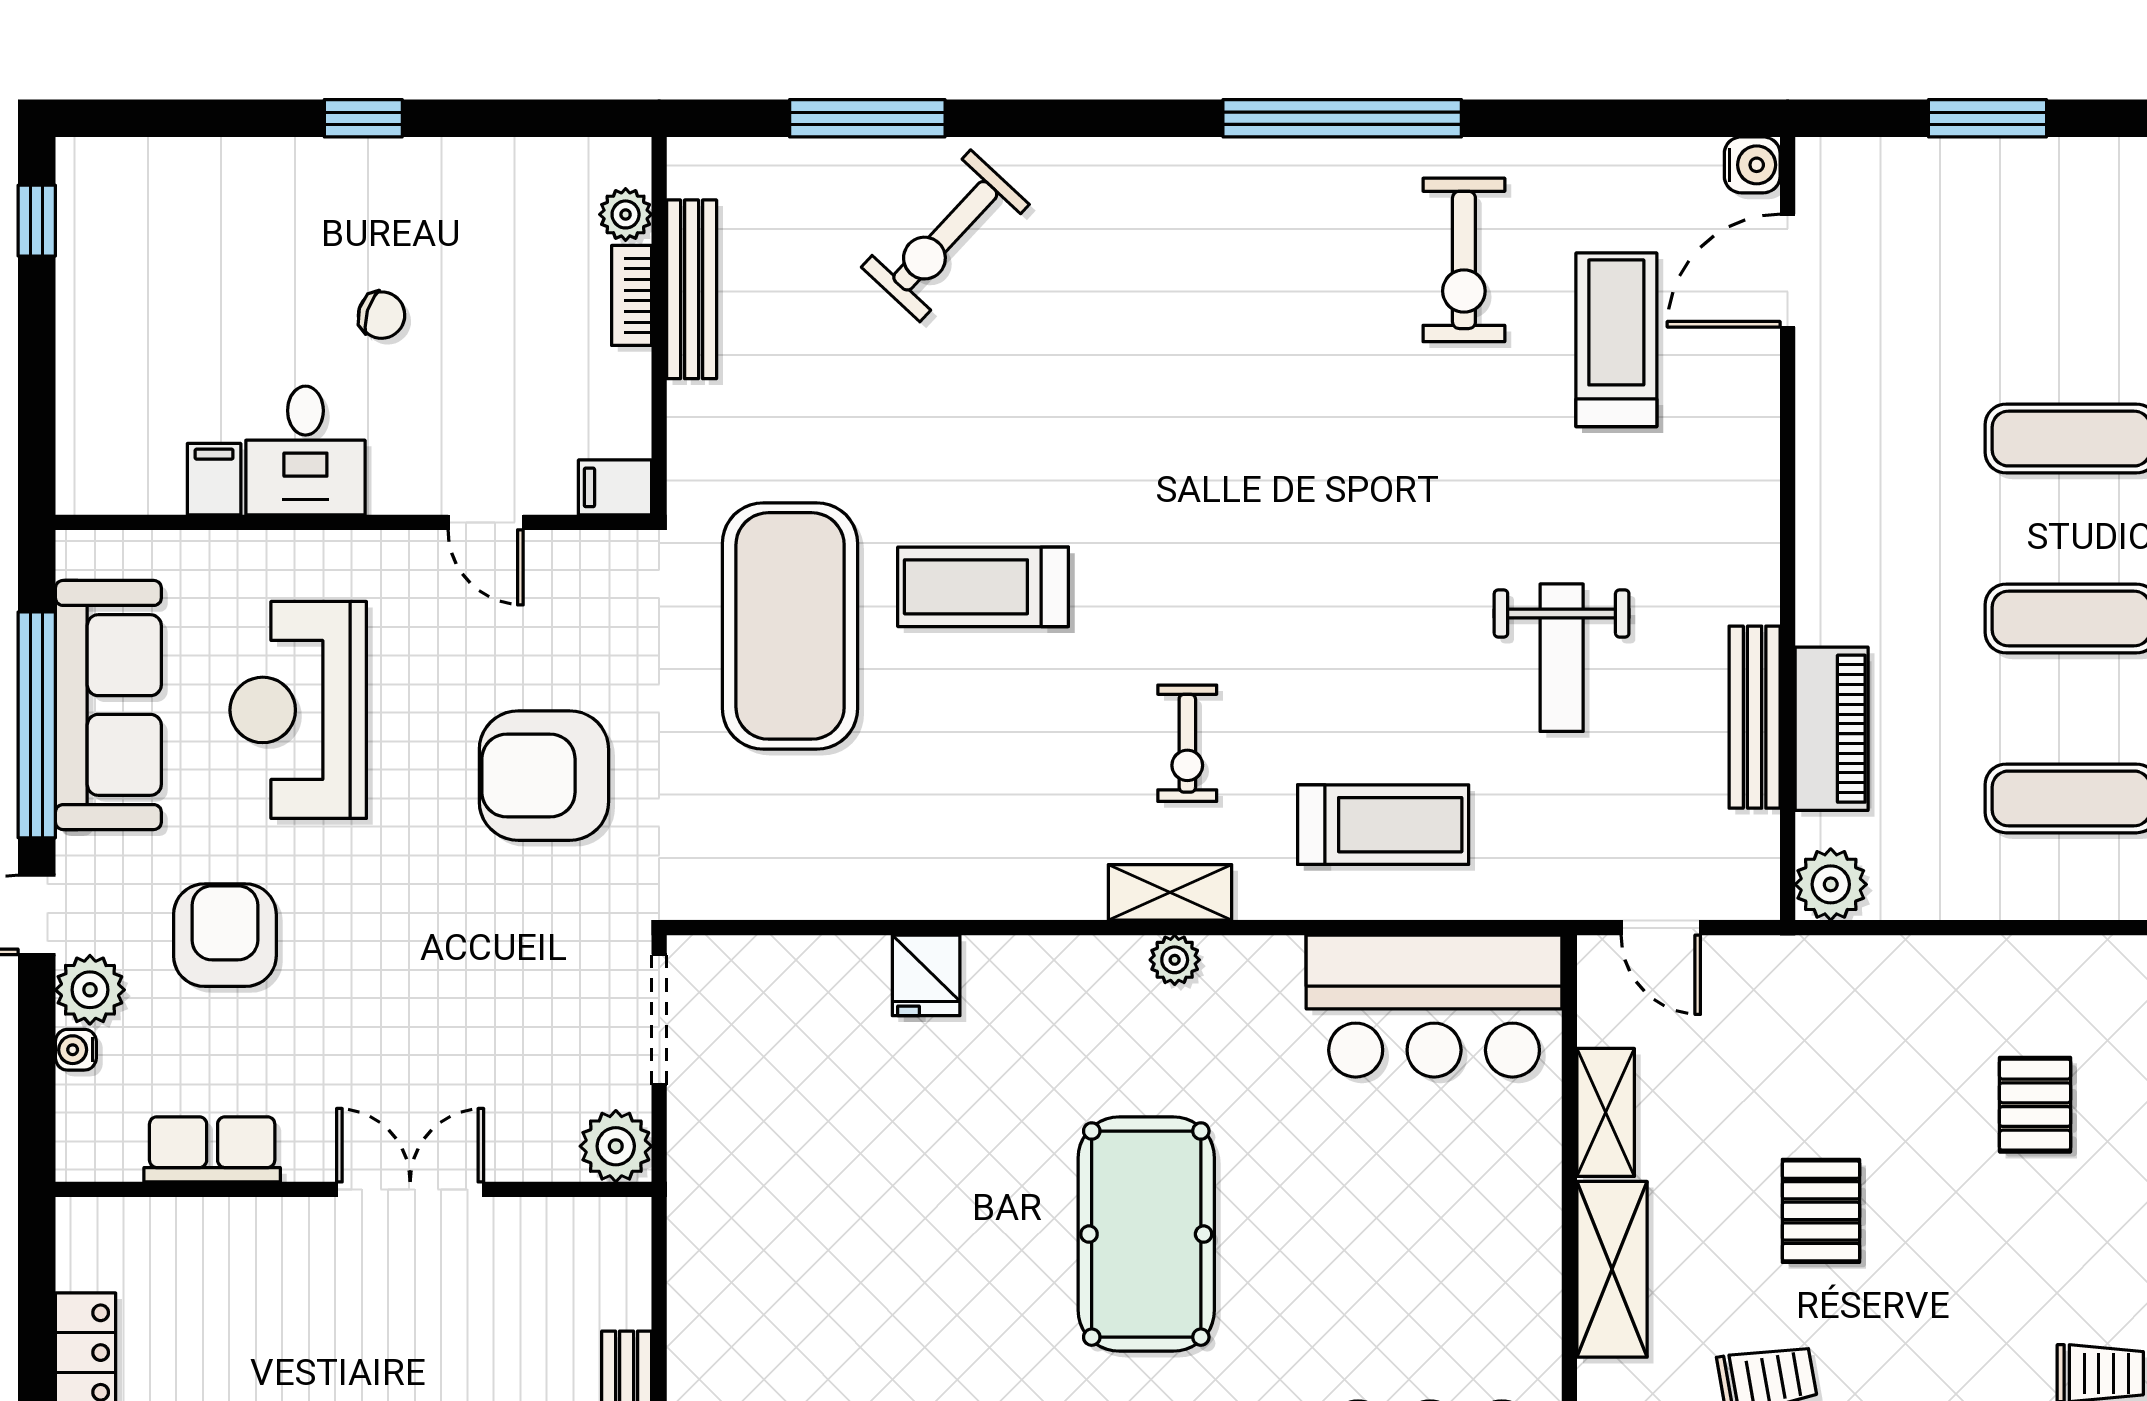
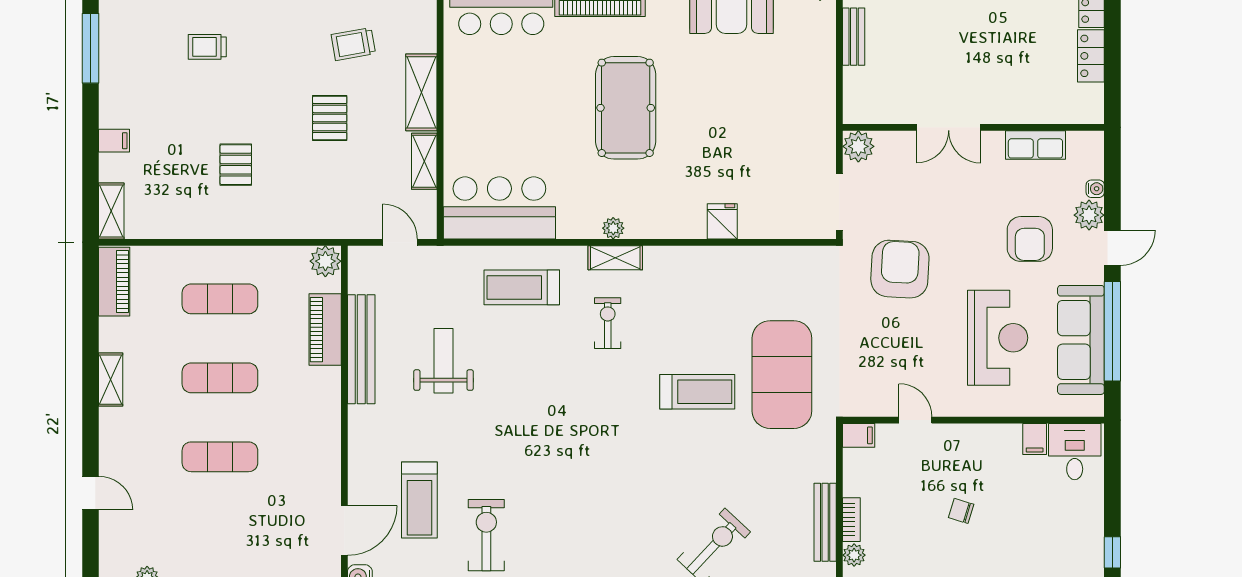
desk: (305, 450) -> (1075, 452), moved
bench: (1755, 717) -> (361, 349), width x1.37, depth x1.21
armchair: (544, 776) -> (900, 269), moved, turned -87

